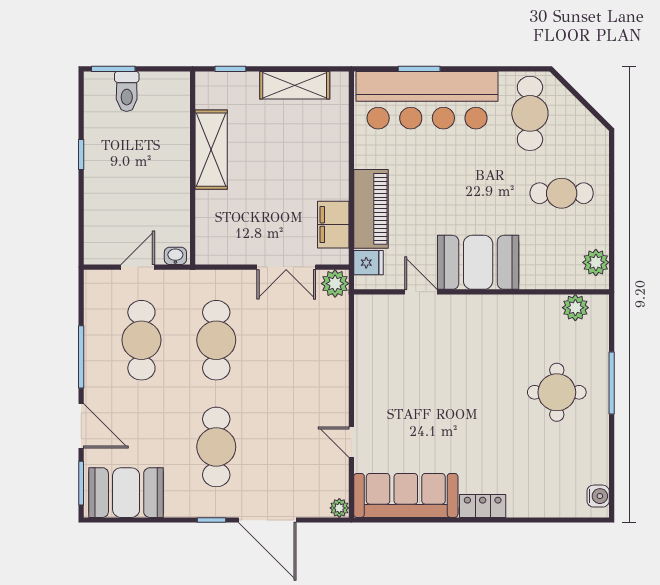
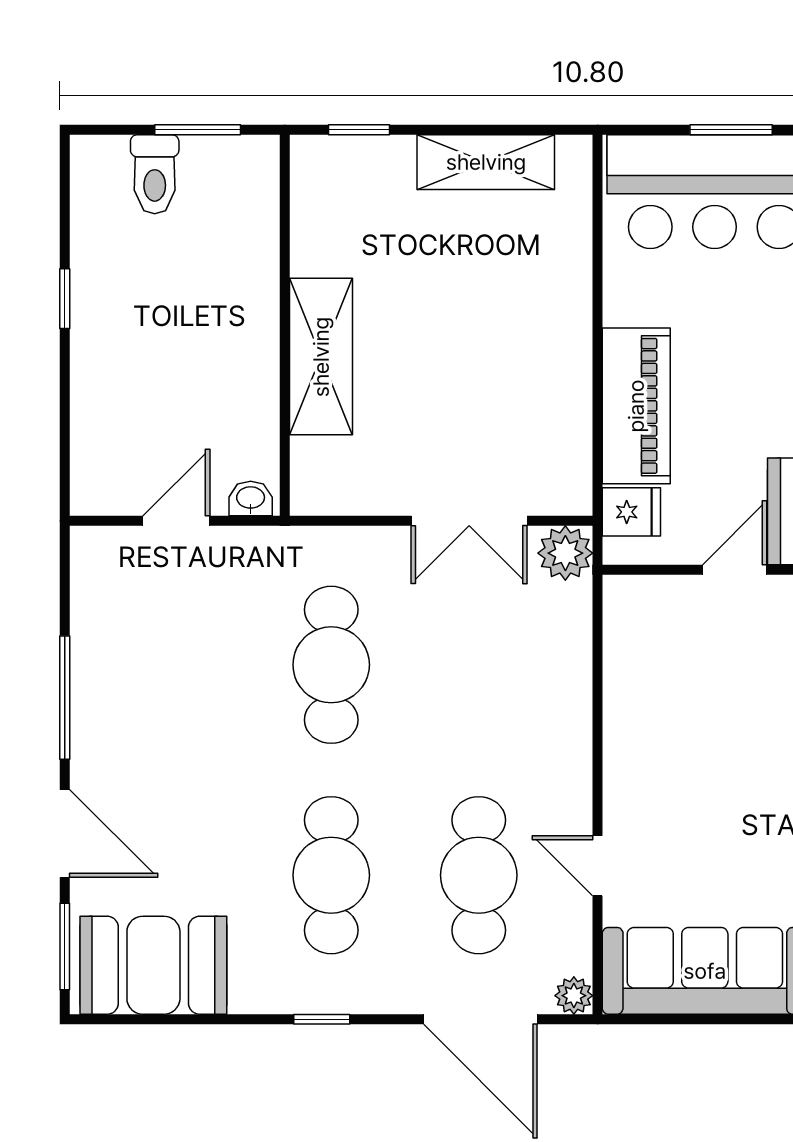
window: (113, 69) -> (198, 130), moved
shelving: (211, 150) -> (321, 357), moved
filing cabinet: (333, 225) -> (562, 437), removed
door: (421, 292) -> (735, 570), hinge flipped
cafe table: (141, 340) -> (479, 875), moved
door: (267, 520) -> (480, 1019), moved

